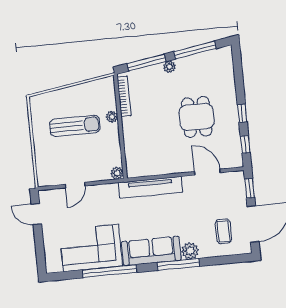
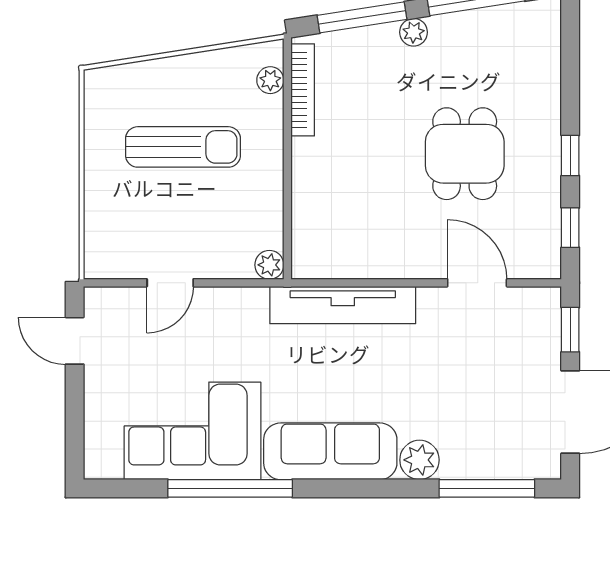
plant: (112, 117) -> (270, 80), moved
coffee table: (223, 231) -> (501, 423), removed
window: (178, 264) -> (487, 488), moved

